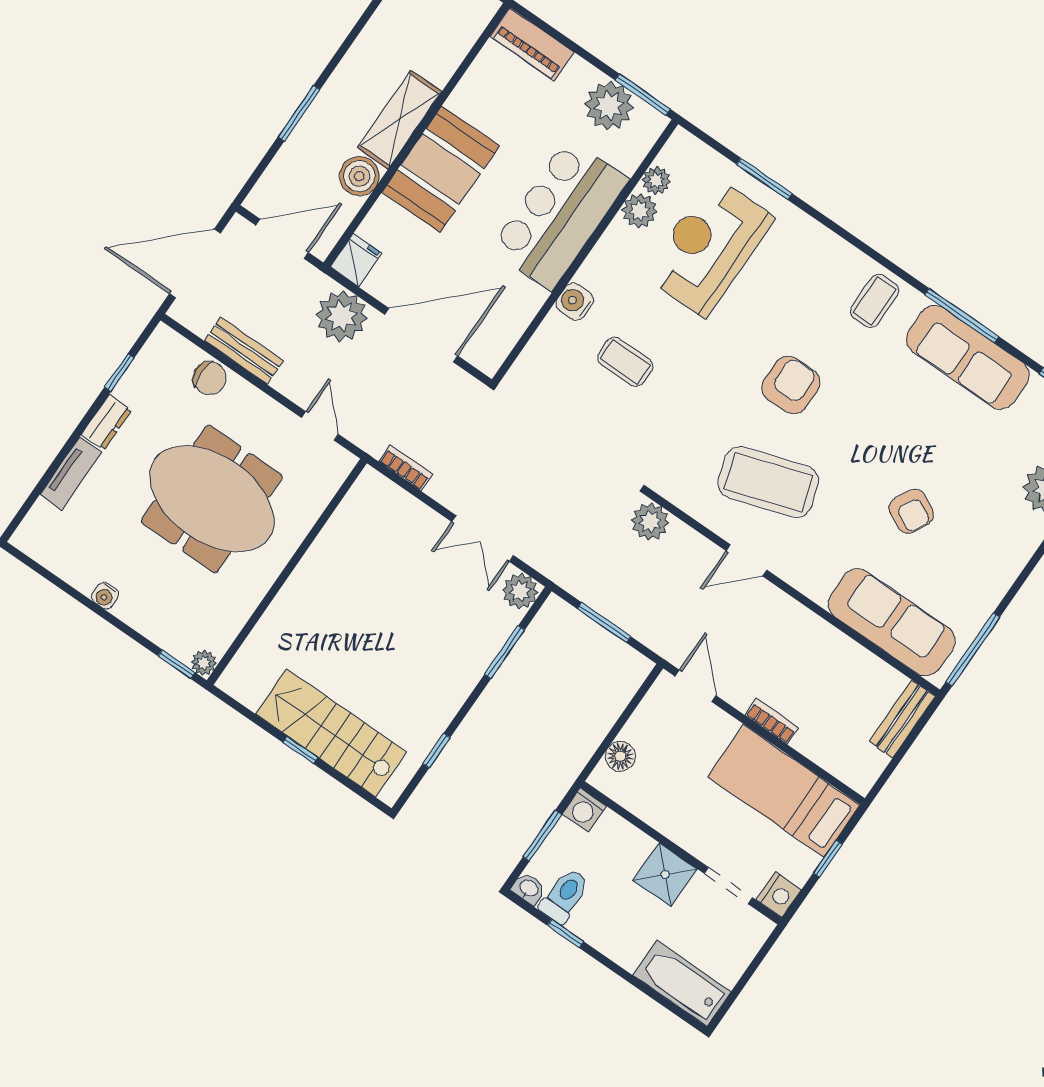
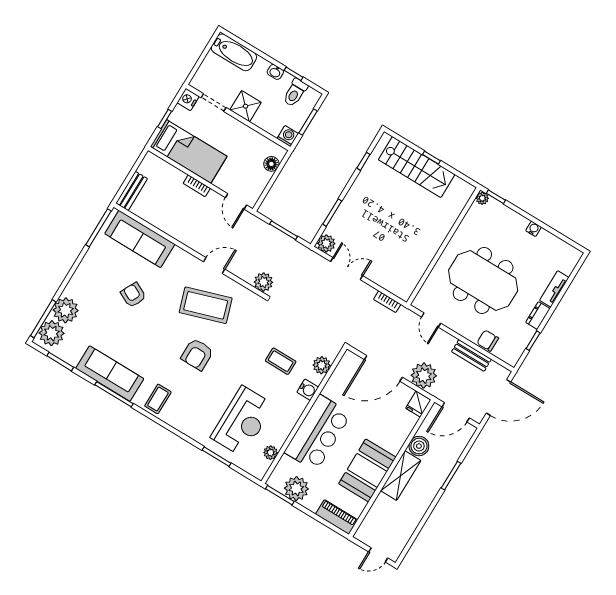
booth: (441, 169) -> (367, 470), moved
plant: (640, 211) -> (322, 365), moved
washbasin: (529, 889) -> (275, 72), moved

